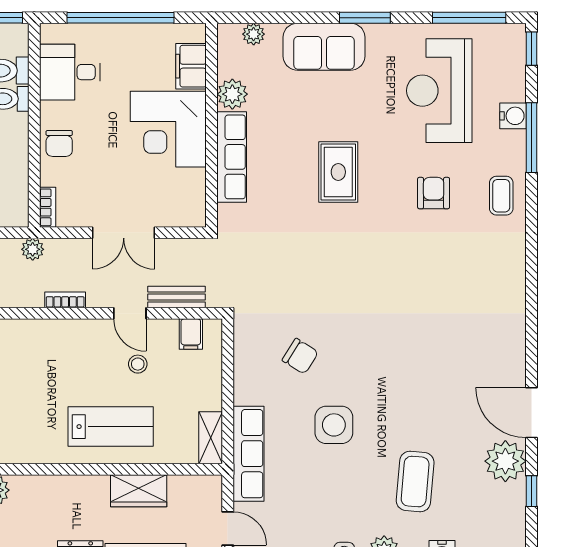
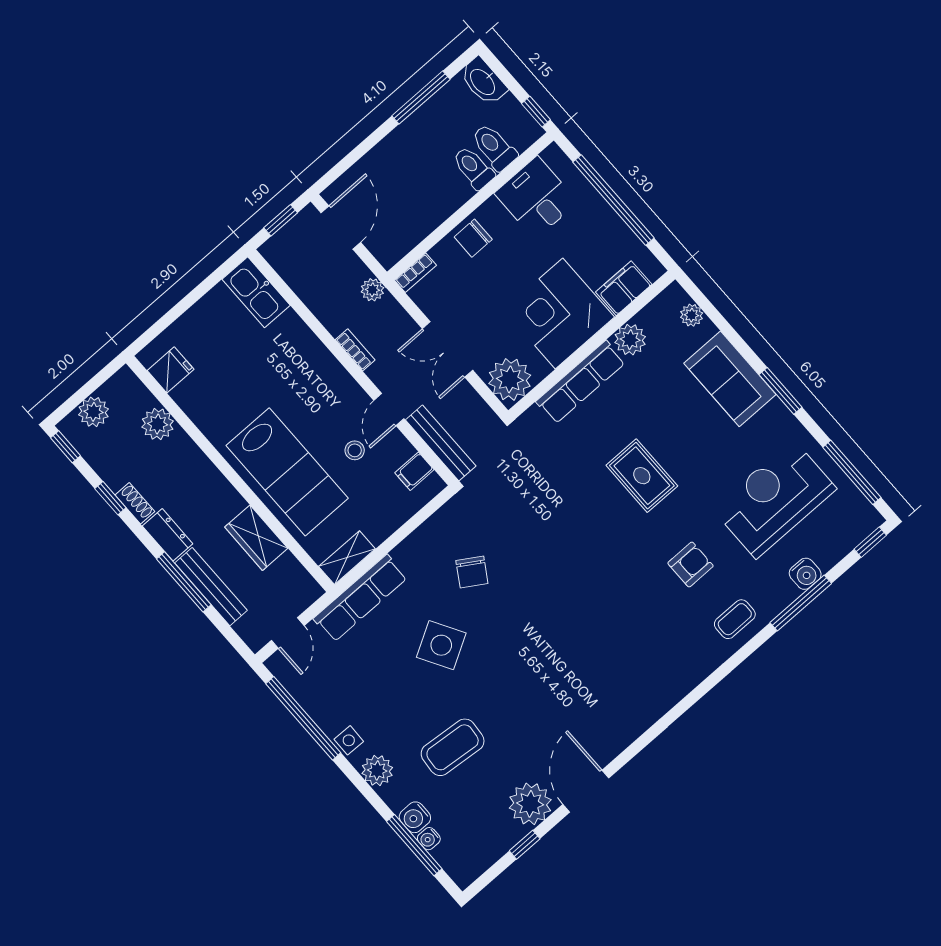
rug: (338, 172) -> (642, 476), turned 90
plant: (185, 207) -> (510, 379), added
bench: (177, 297) -> (441, 443), width x1.36
side table: (334, 425) -> (441, 645), turned -30
lab bench: (111, 427) -> (287, 472), width x1.36, depth x1.39

